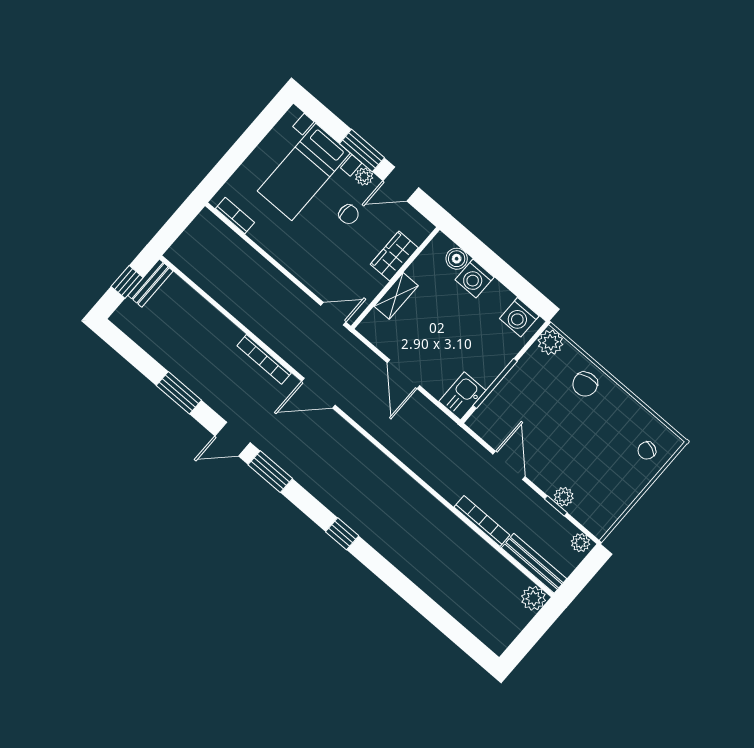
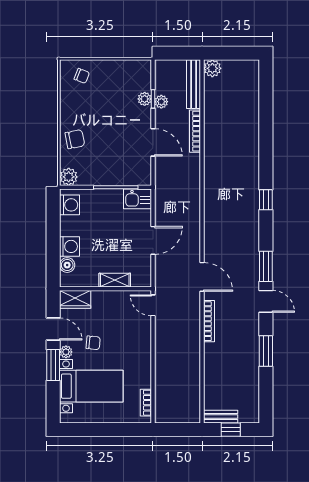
chair: (349, 214) -> (93, 343), turned 93
wardrobe: (394, 256) -> (75, 299), moved
door: (509, 465) -> (153, 142), swing flipped
plant: (580, 543) -> (161, 102), moved

